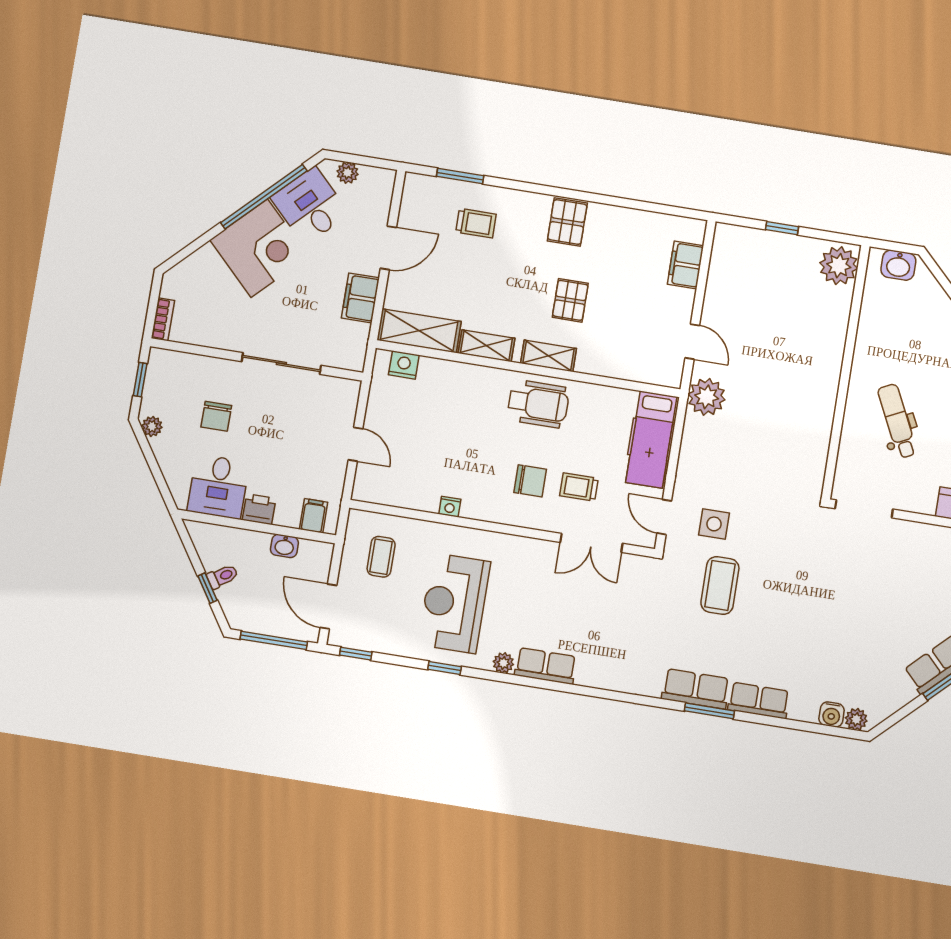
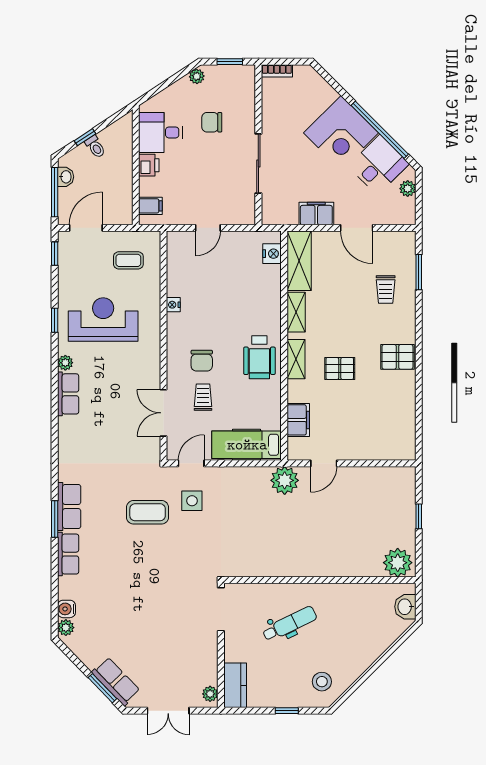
filing cabinet: (686, 265) -> (298, 420), moved, turned 90
washbasin: (284, 546) -> (66, 177), moved, turned 180

